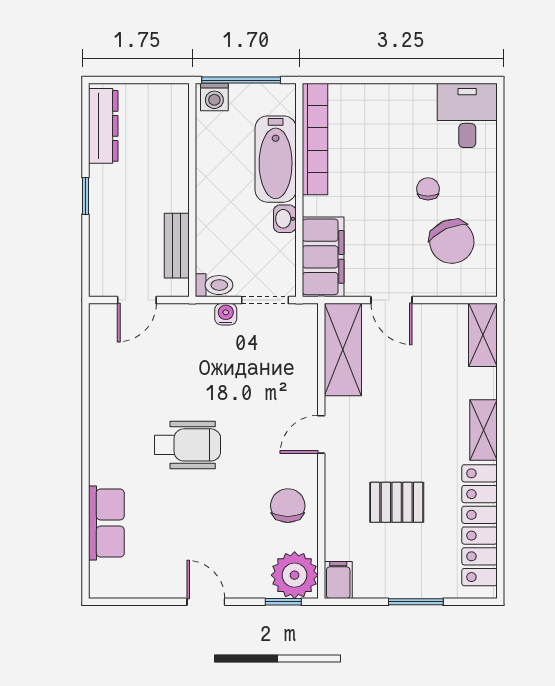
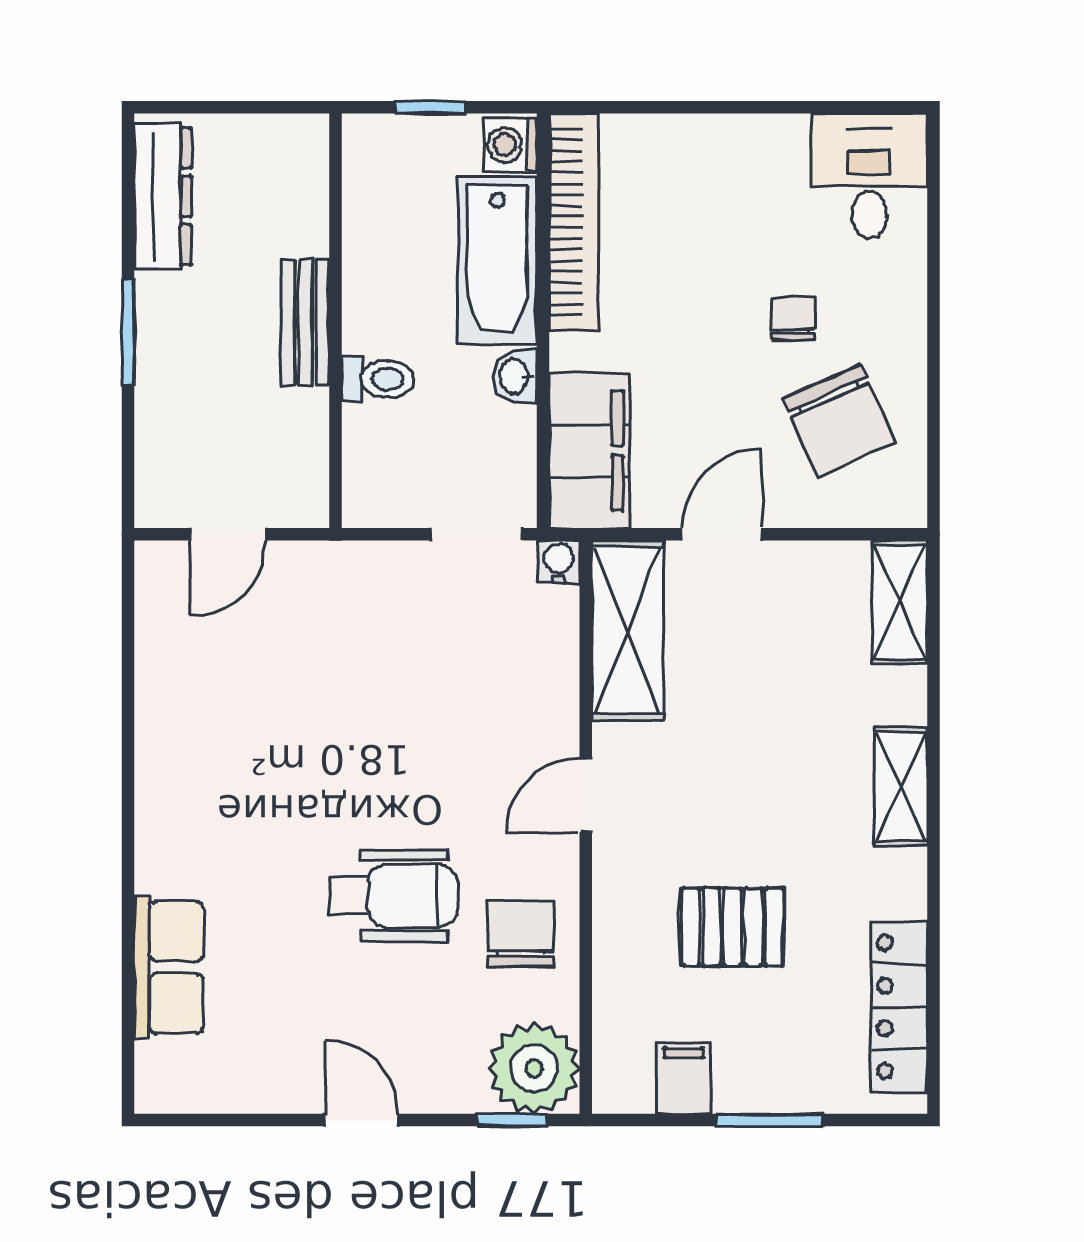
window: (241, 80) -> (430, 107), width x0.46
washing machine: (214, 97) -> (510, 145), moved, turned 90
window: (85, 196) -> (128, 332), width x1.50
bench: (177, 246) -> (305, 323), moved
toilet: (214, 285) -> (378, 379), moved
door: (391, 300) -> (722, 534), swing flipped
water cooler: (226, 314) -> (558, 562), moved
wheelchair: (187, 445) -> (393, 896), moved
locker: (480, 525) -> (899, 1007), width x0.71, depth x0.83
filing cabinet: (338, 580) -> (683, 1078), moved

